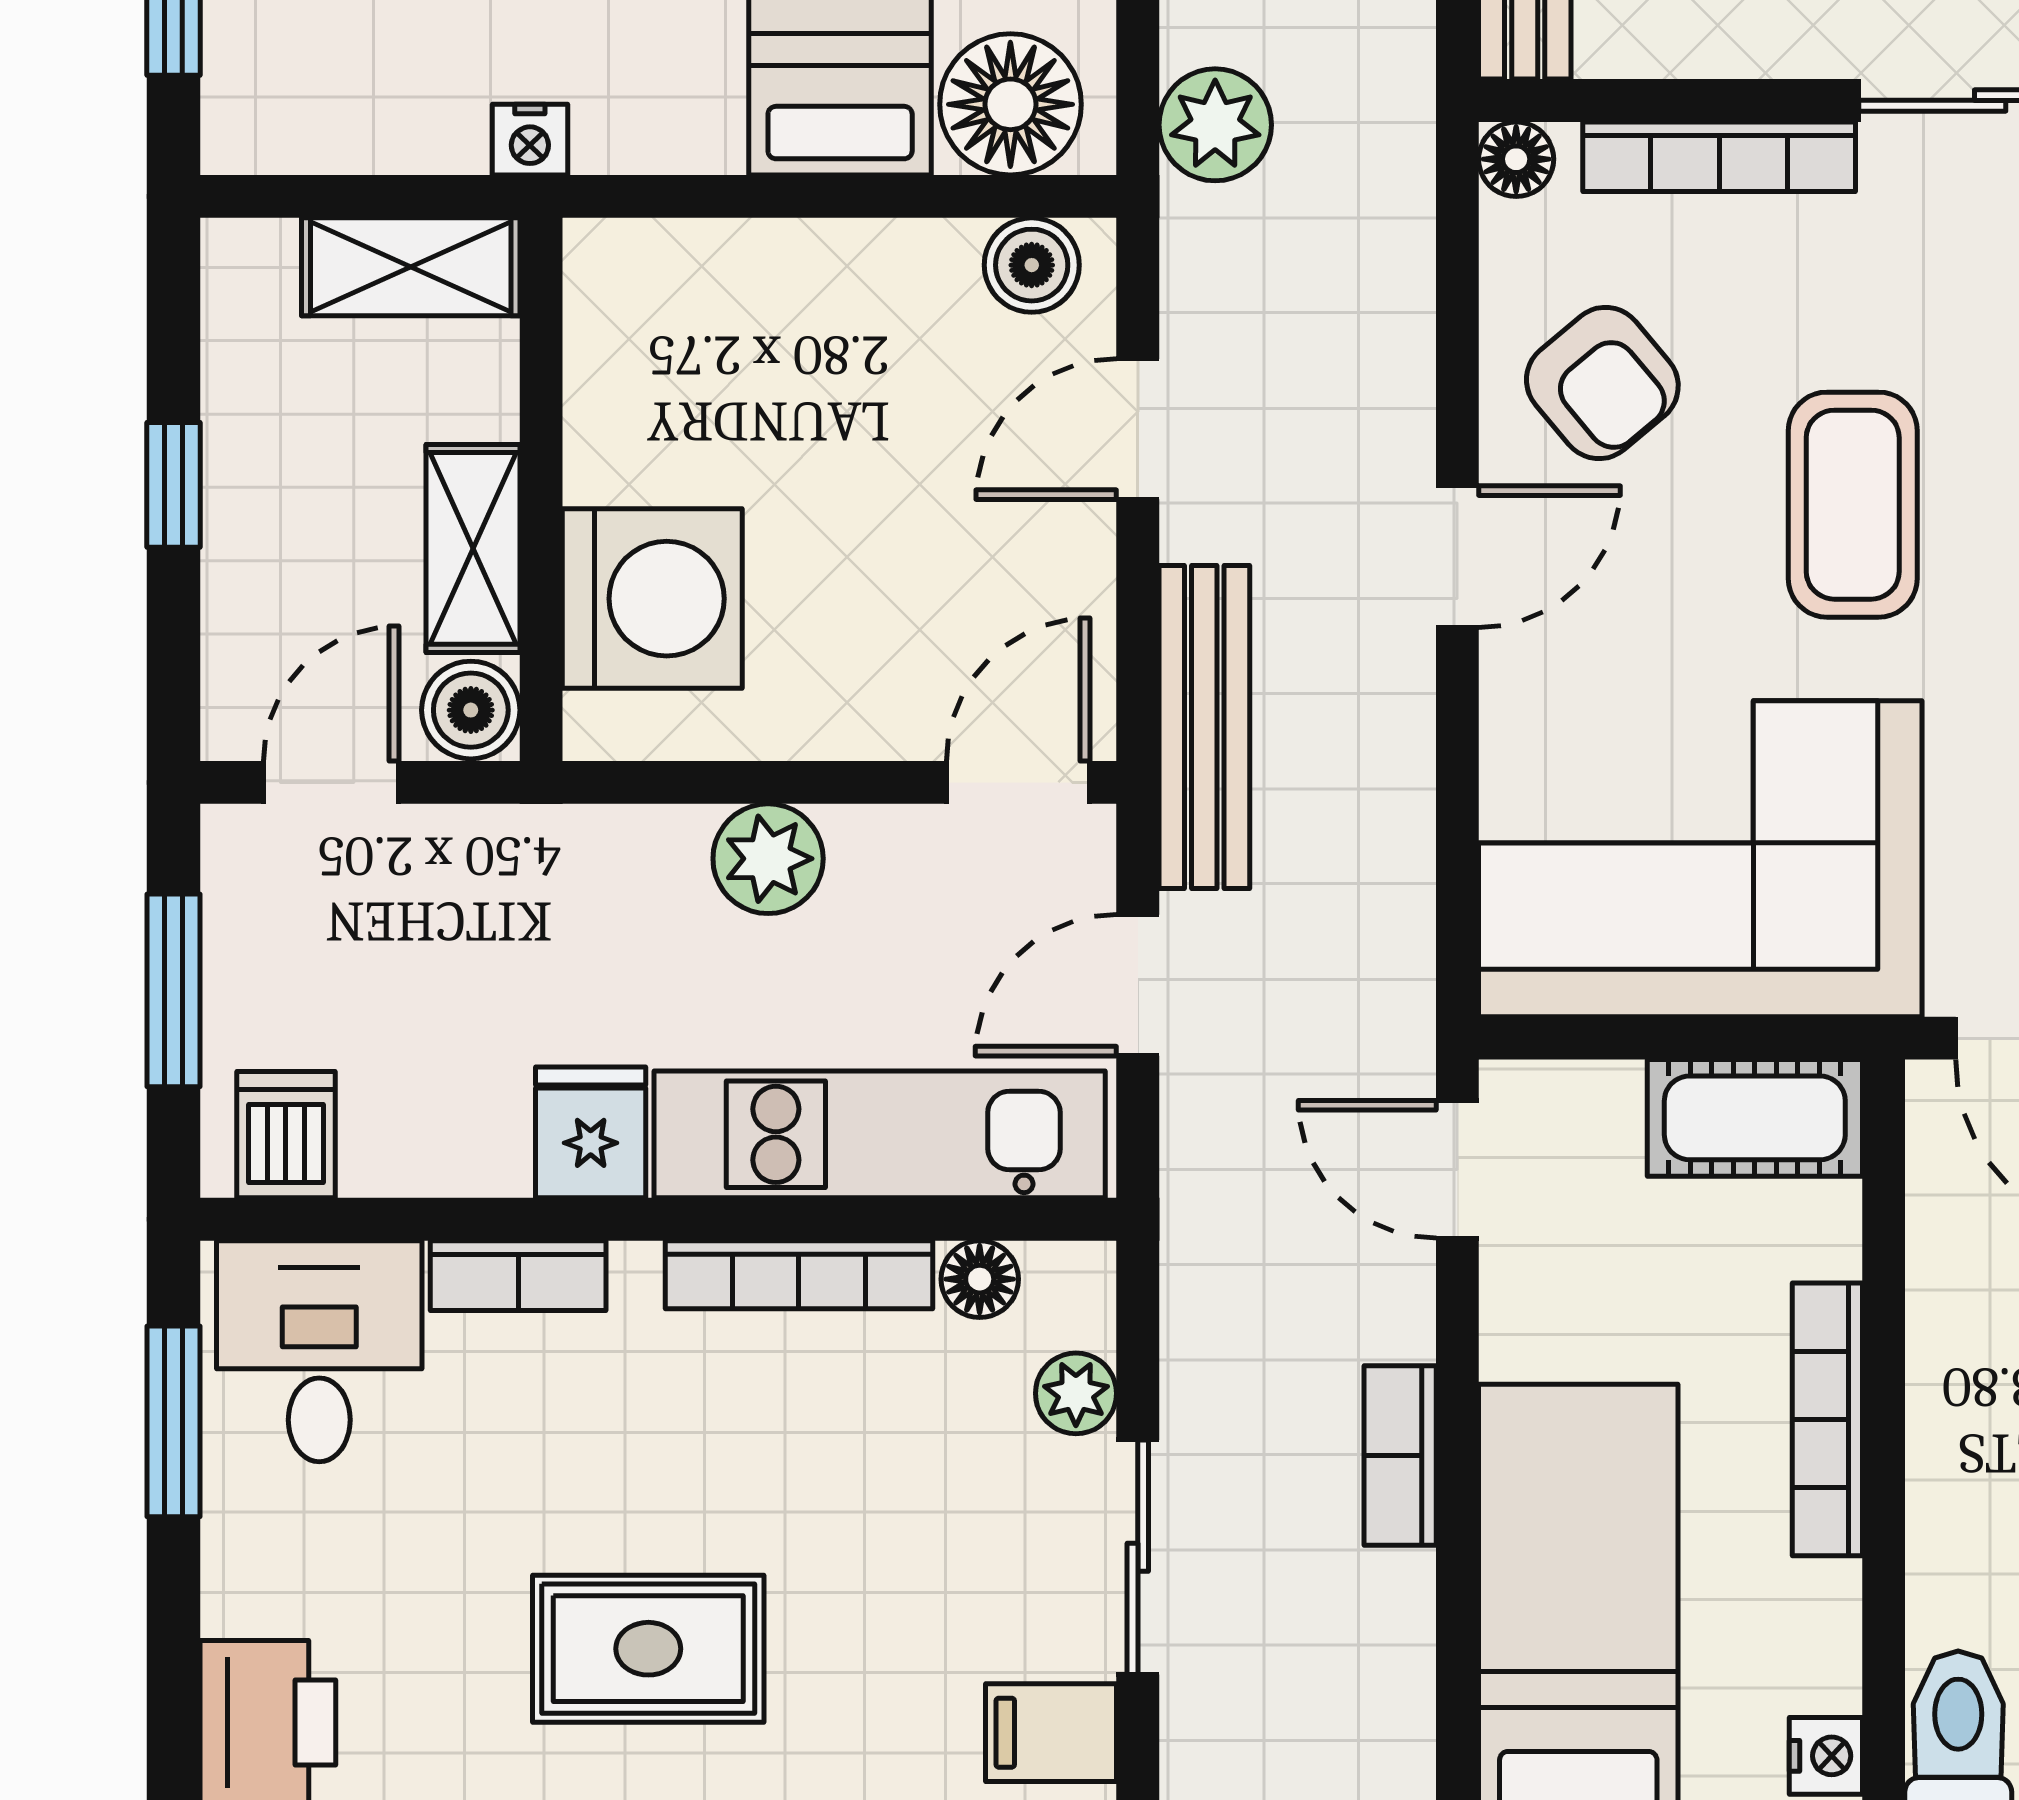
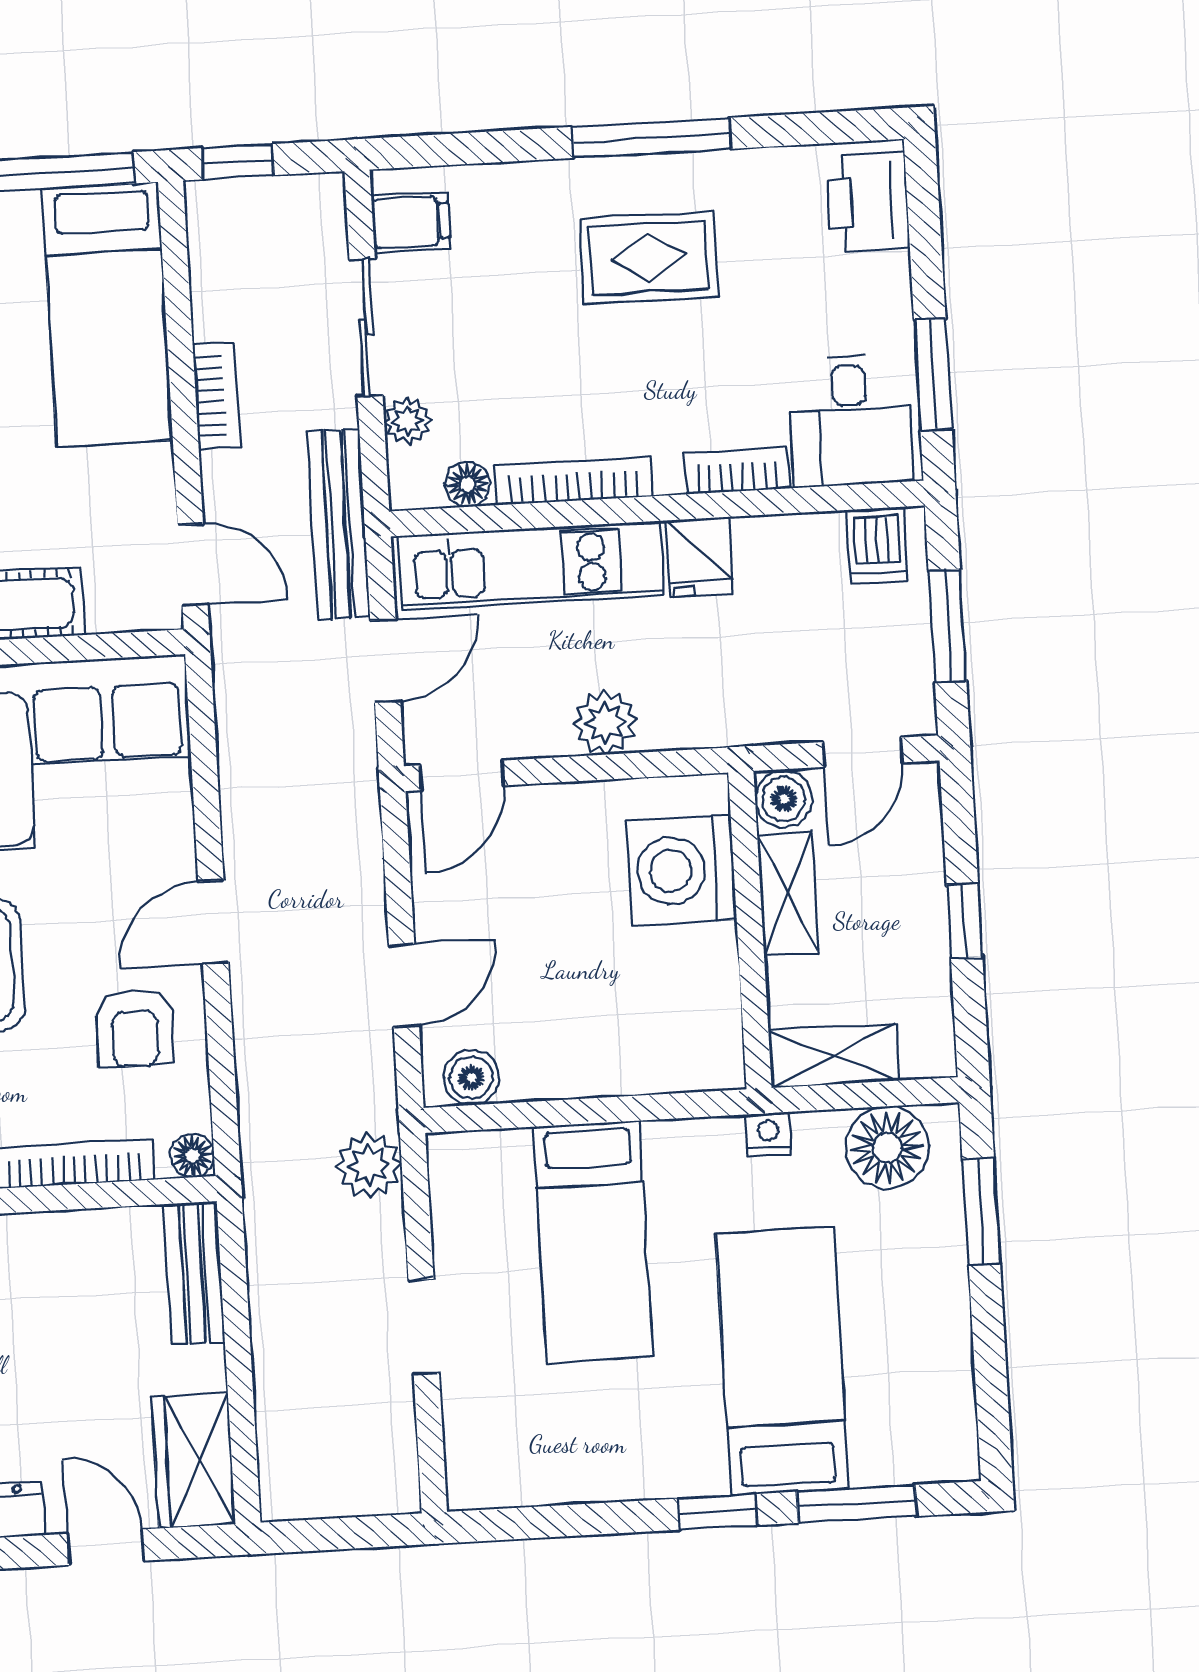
floor lamp: (1010, 104) -> (887, 1148), moved
armchair: (1602, 383) -> (135, 1028), turned -140
bench: (1204, 727) -> (338, 524), moved

